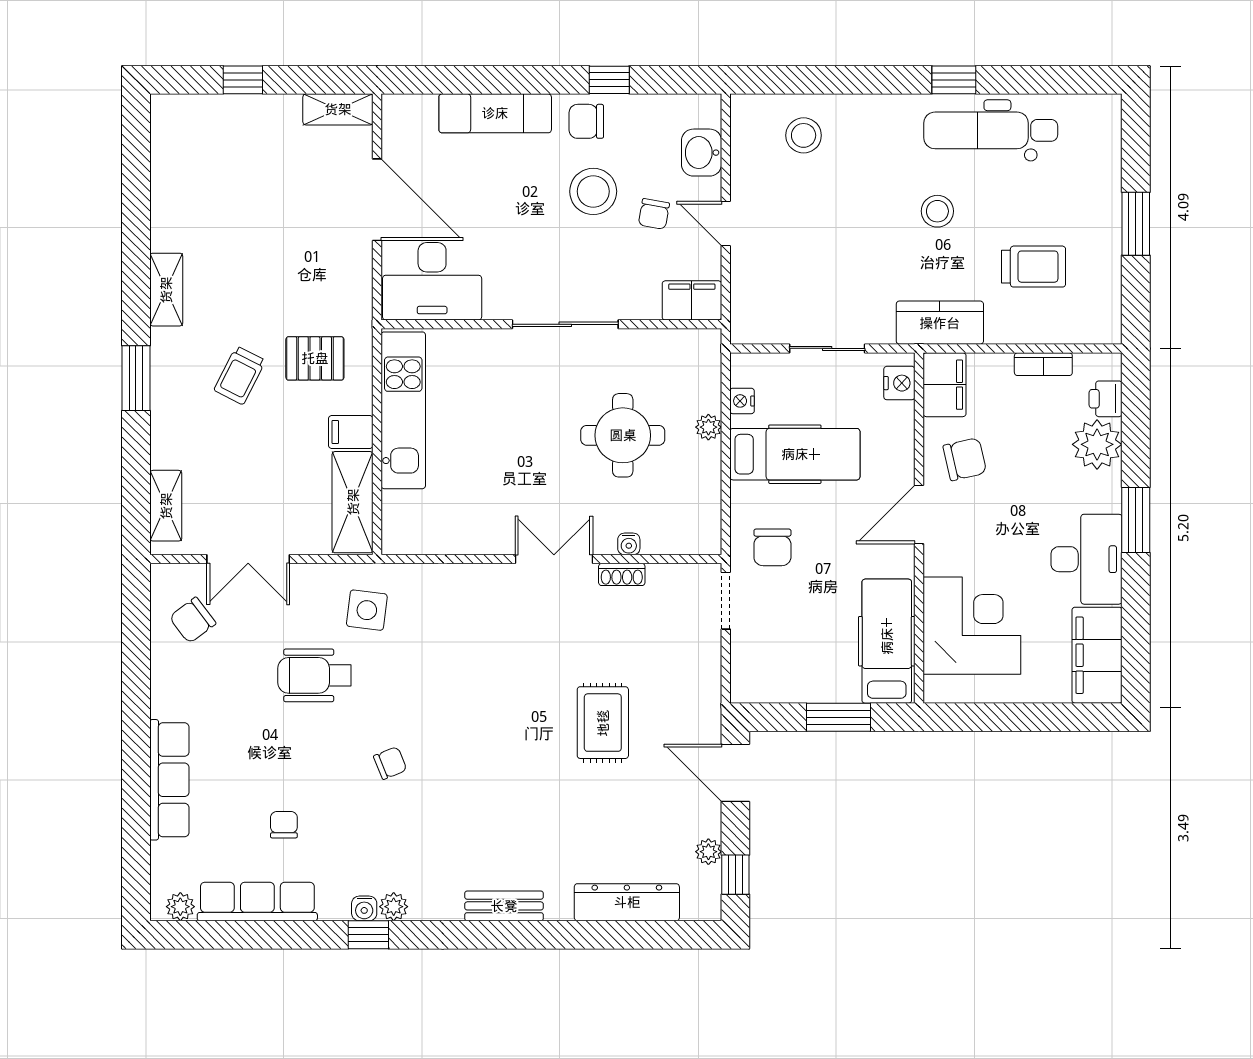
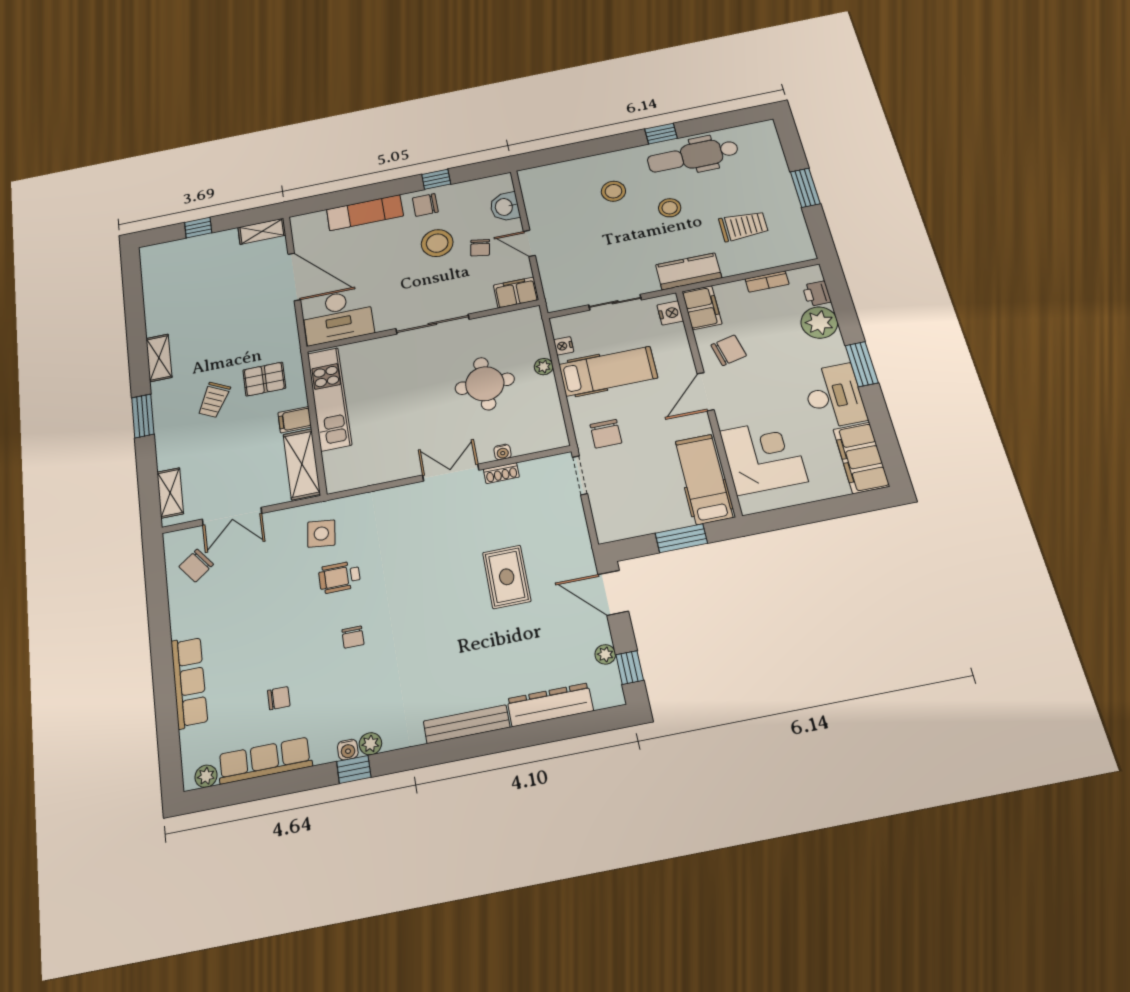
stool: (804, 135) -> (613, 191), moved
wheelchair: (315, 675) -> (339, 577), moved, width x0.73, depth x0.73
chair: (390, 763) -> (353, 637), turned 112
chair: (284, 825) -> (279, 698), turned 90
bench: (504, 906) -> (467, 724), width x1.36

